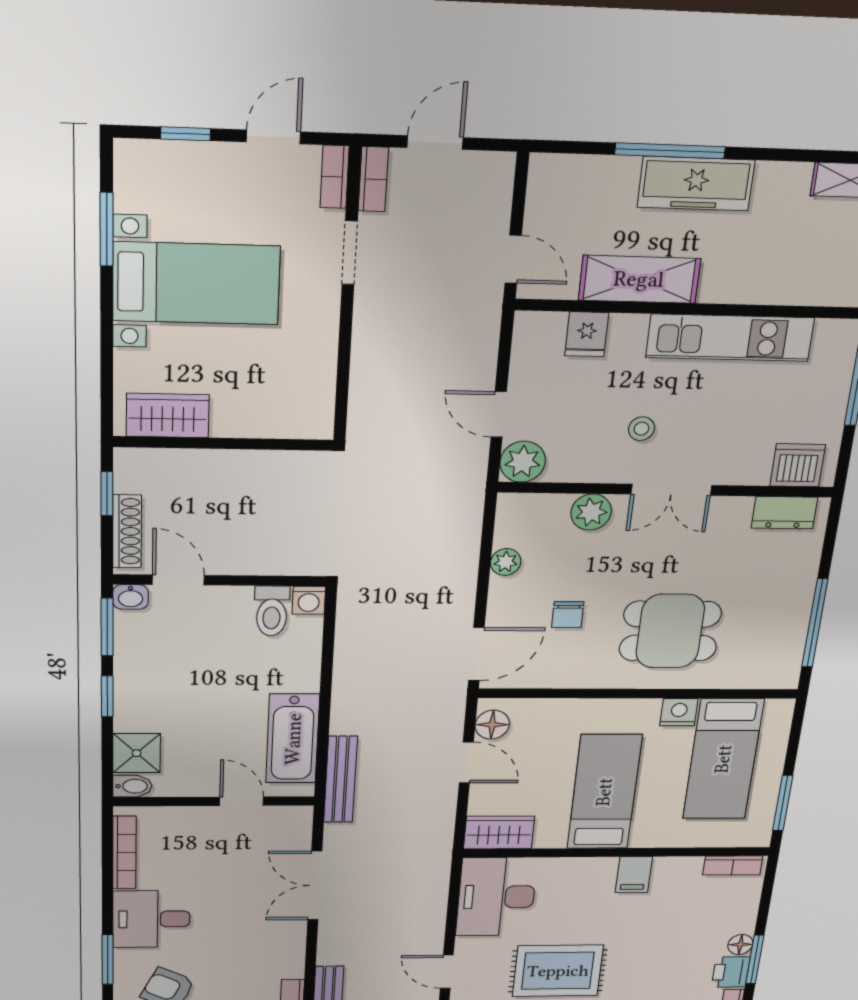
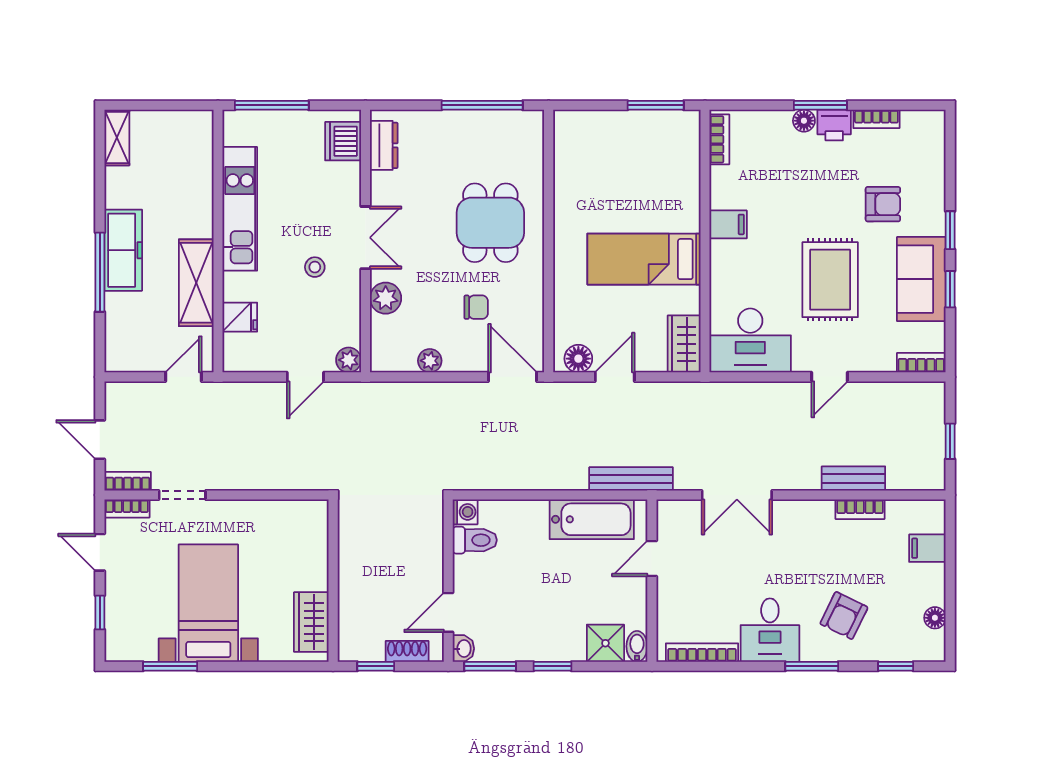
plant: (523, 462) -> (349, 360), width x0.73, depth x0.73
shoe rack: (127, 531) -> (407, 651), width x0.70
nightstand: (679, 712) -> (566, 206), removed
bed: (723, 759) -> (612, 163), removed

